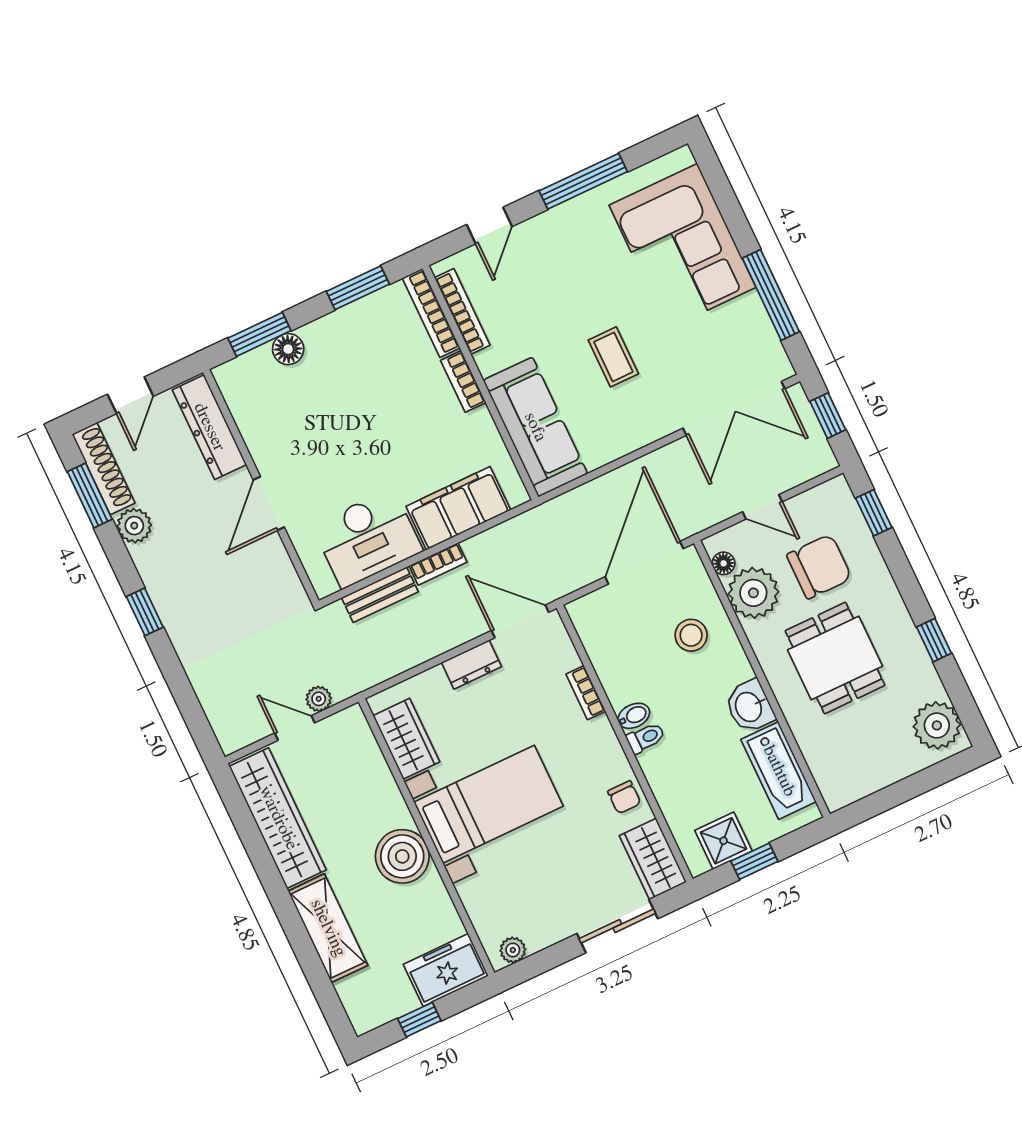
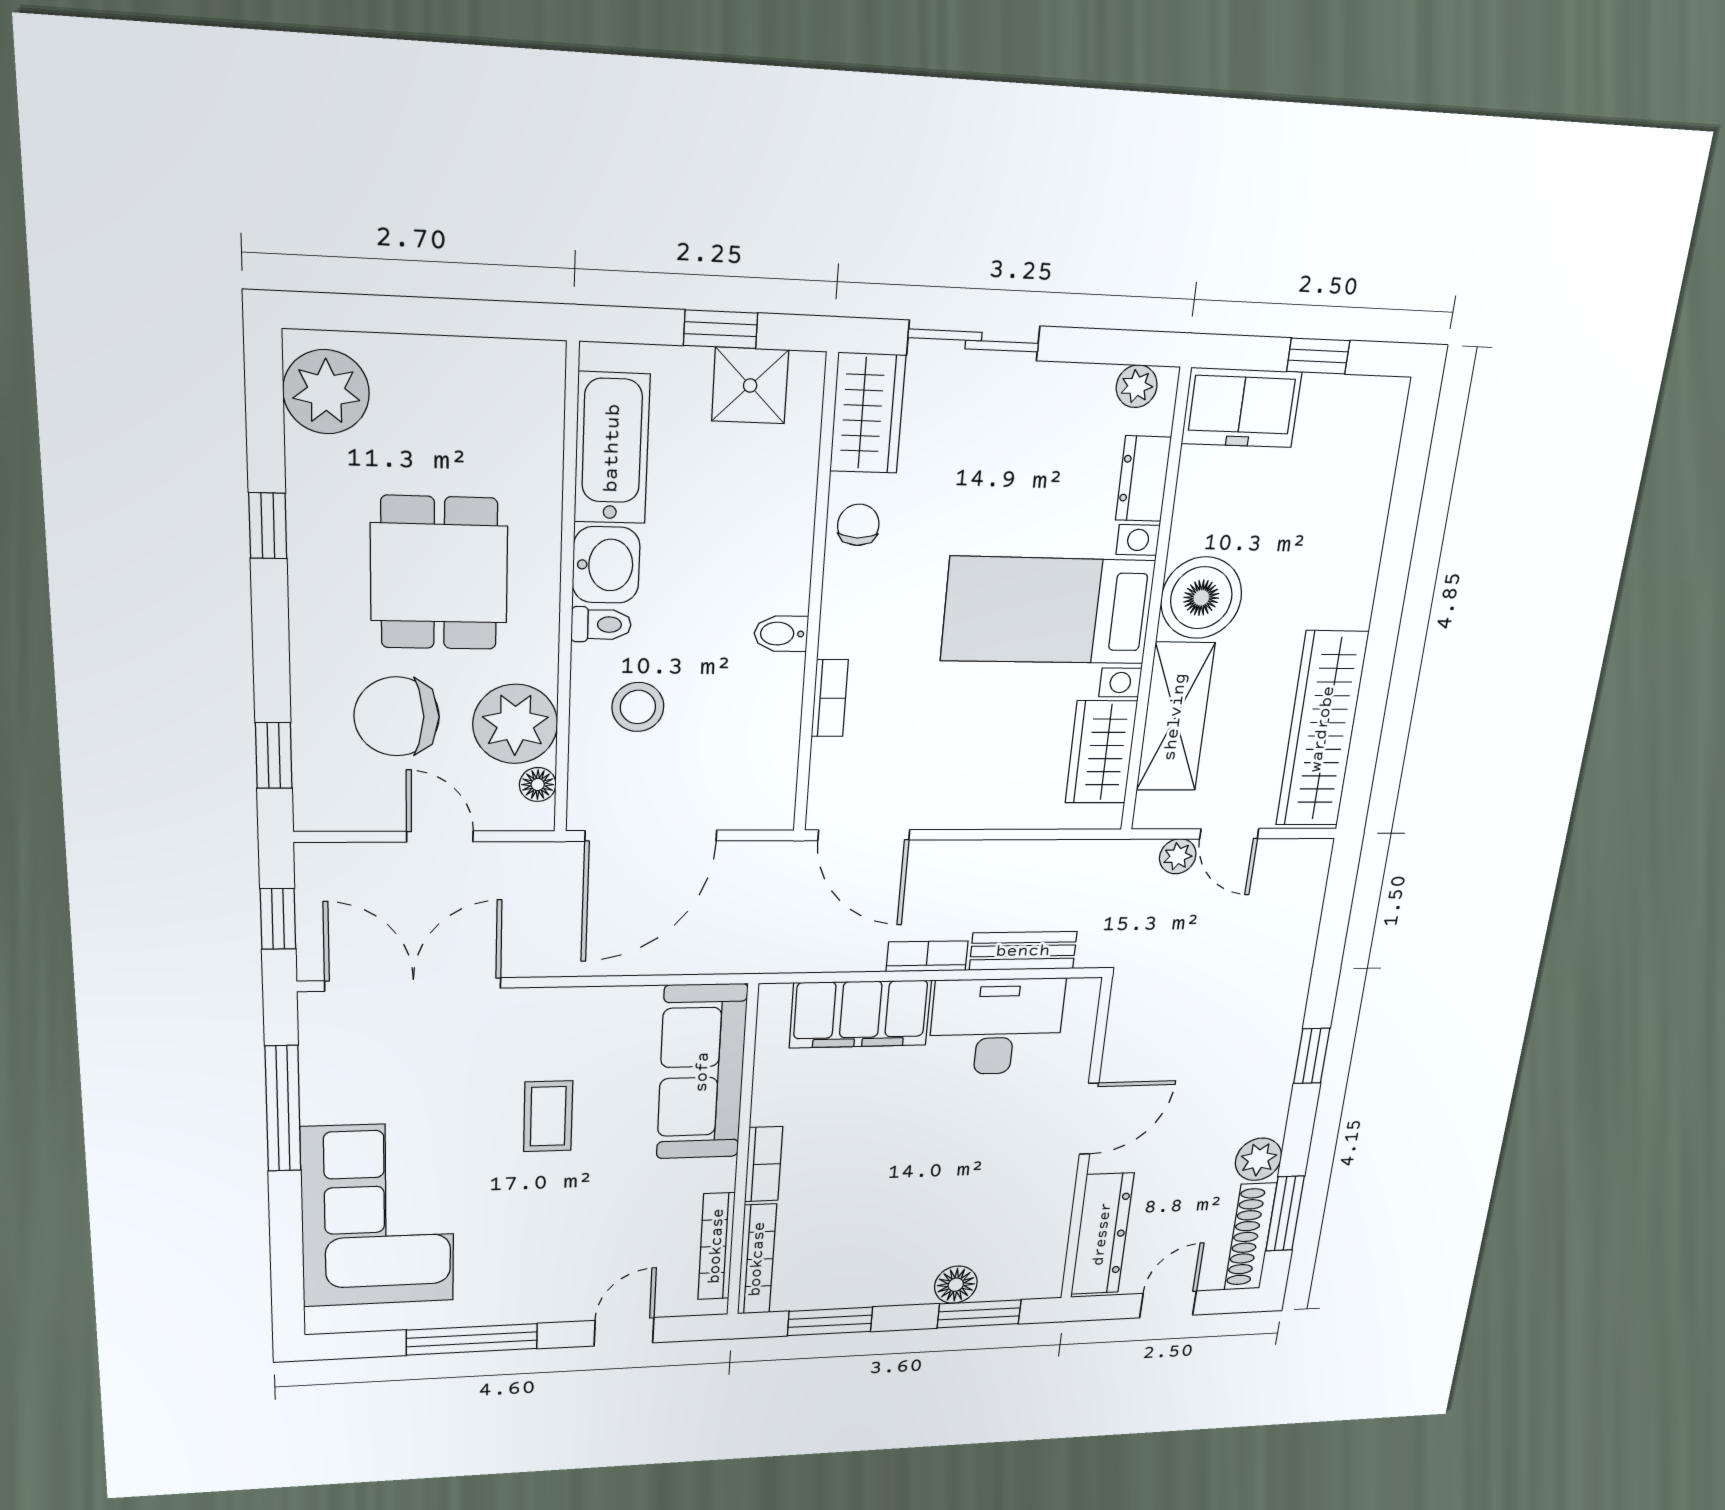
dresser: (471, 665) -> (1143, 479), moved, turned -90
toilet: (646, 738) -> (601, 624), moved, turned 180
shelving: (328, 928) -> (1175, 717), moved

